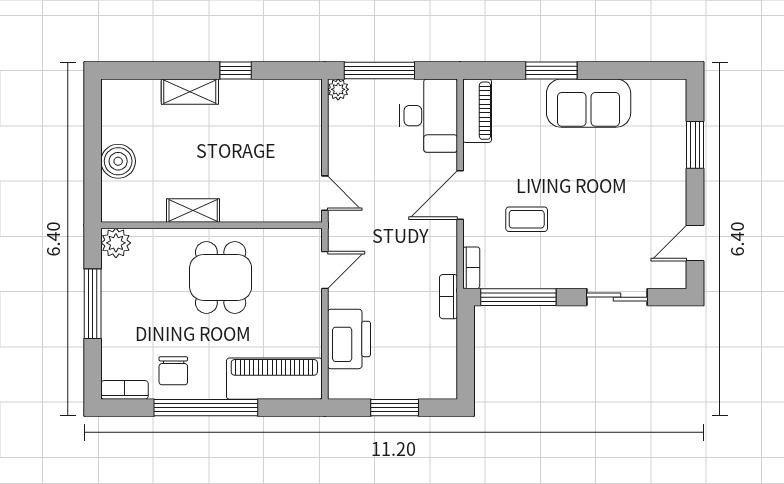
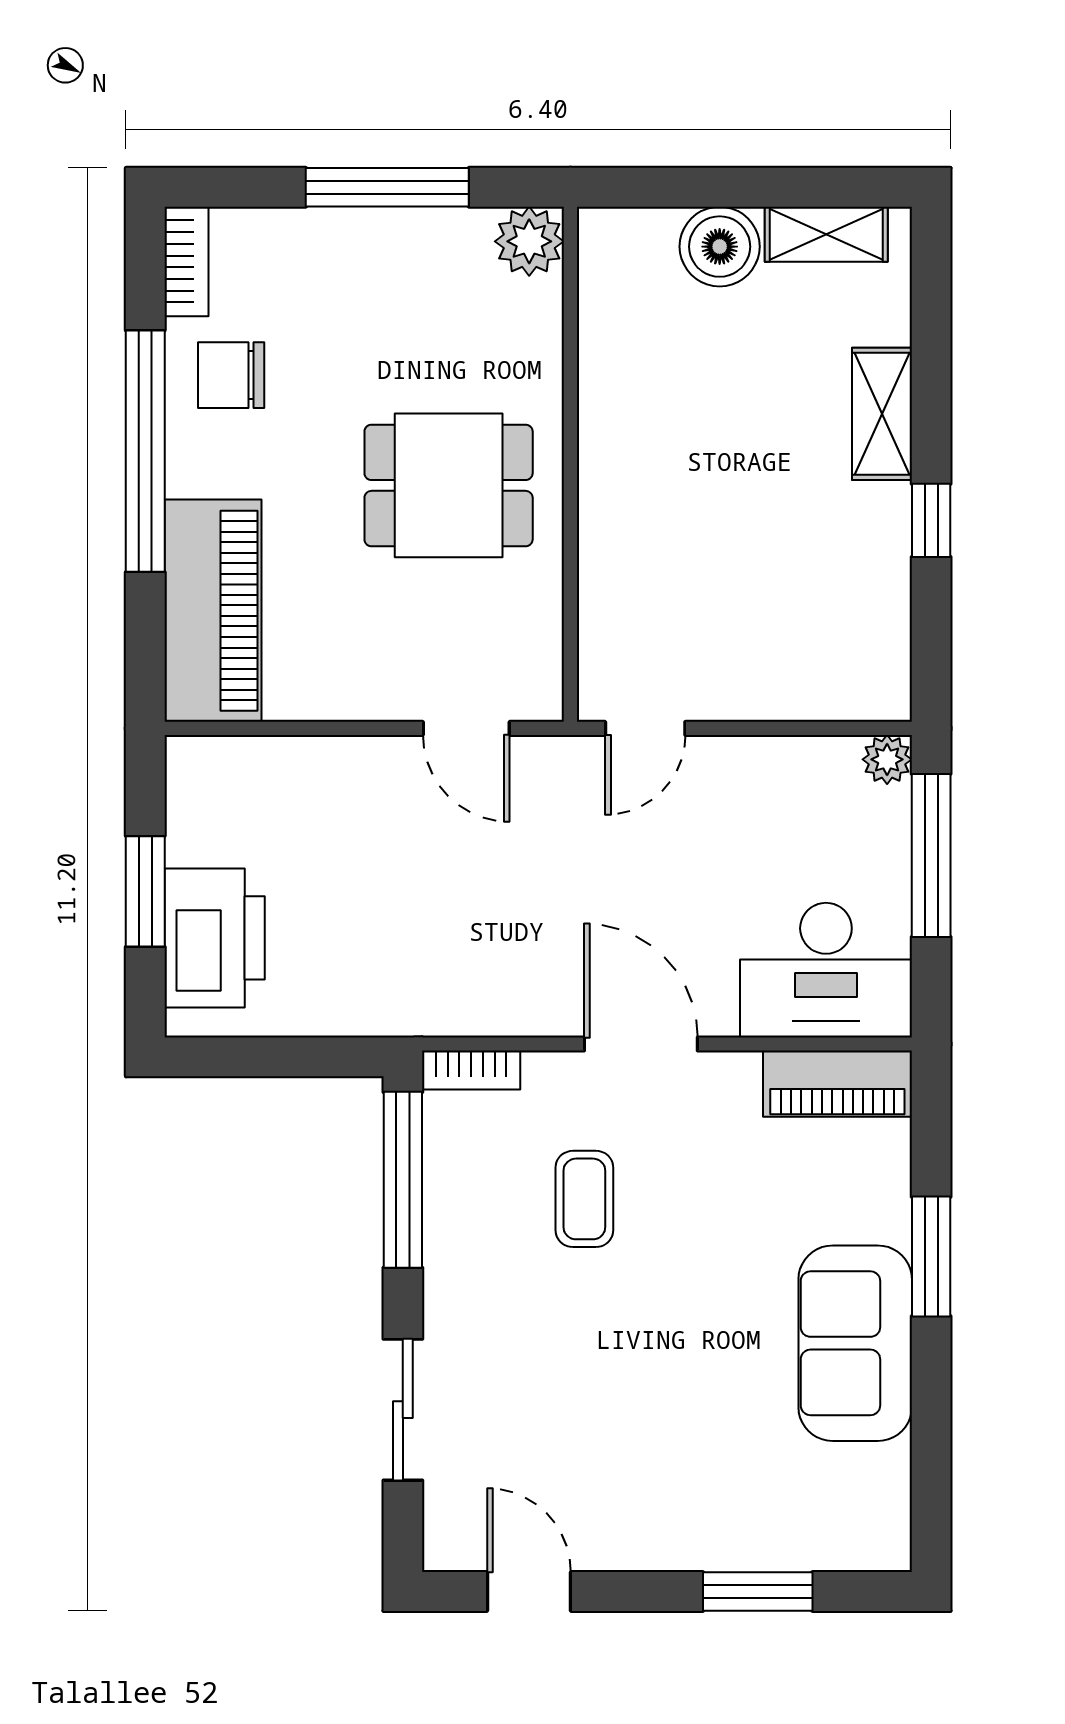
shelving: (193, 211) -> (826, 234), moved, turned 90
bookcase: (449, 297) -> (404, 1017), removed
printer: (349, 339) -> (215, 938), moved, turned -90

